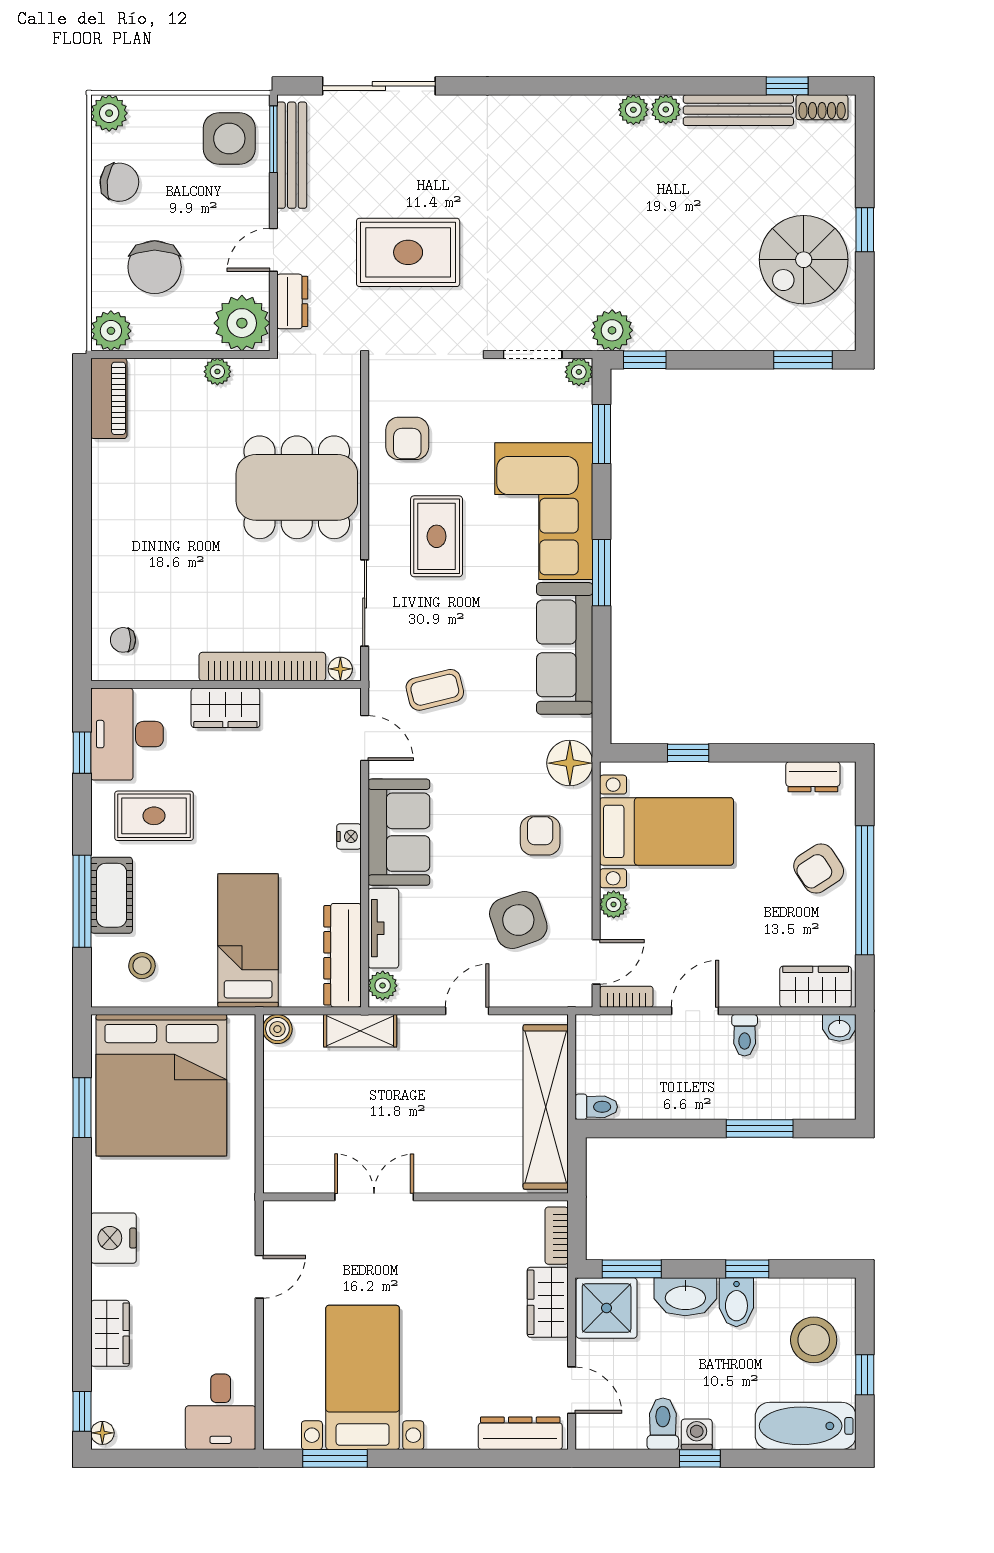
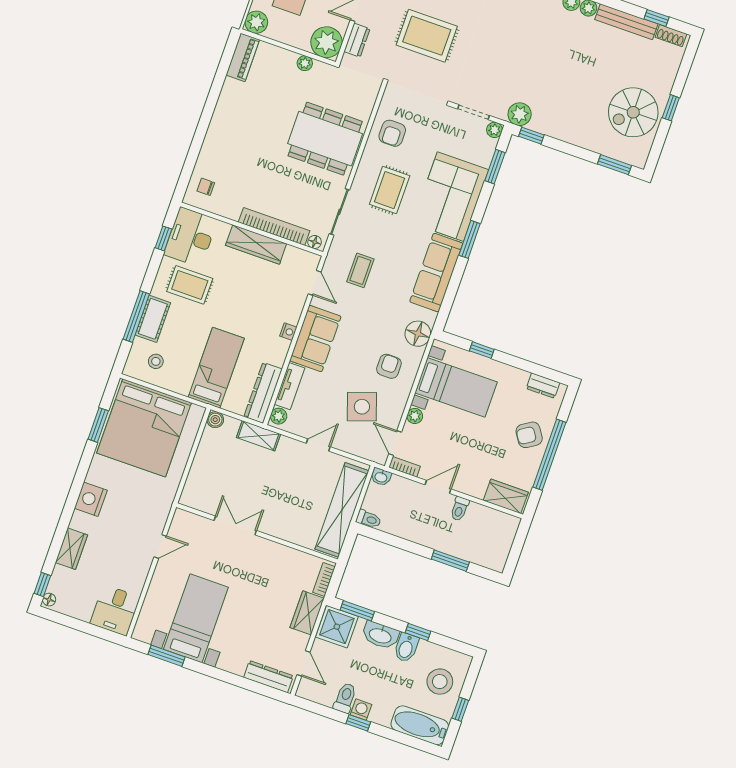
coffee table: (435, 690) -> (360, 270), turned -76
wardrobe: (225, 708) -> (256, 244), width x1.50
door: (596, 962) -> (395, 443), swing flipped
washbasin: (839, 1028) -> (381, 477), moved

